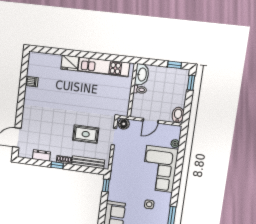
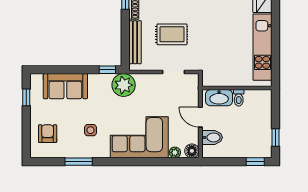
washbasin: (142, 74) -> (219, 98), moved
bidet: (178, 115) -> (212, 137), moved
floor lamp: (124, 124) -> (192, 151), moved
rug: (86, 134) -> (172, 34), turned 90
plant: (119, 175) -> (124, 85), added

